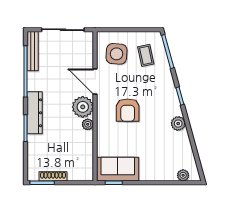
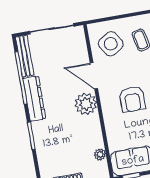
side table: (117, 54) -> (111, 44), turned -36
dresser: (35, 113) -> (34, 99), moved
plant: (88, 124) -> (100, 154), moved

